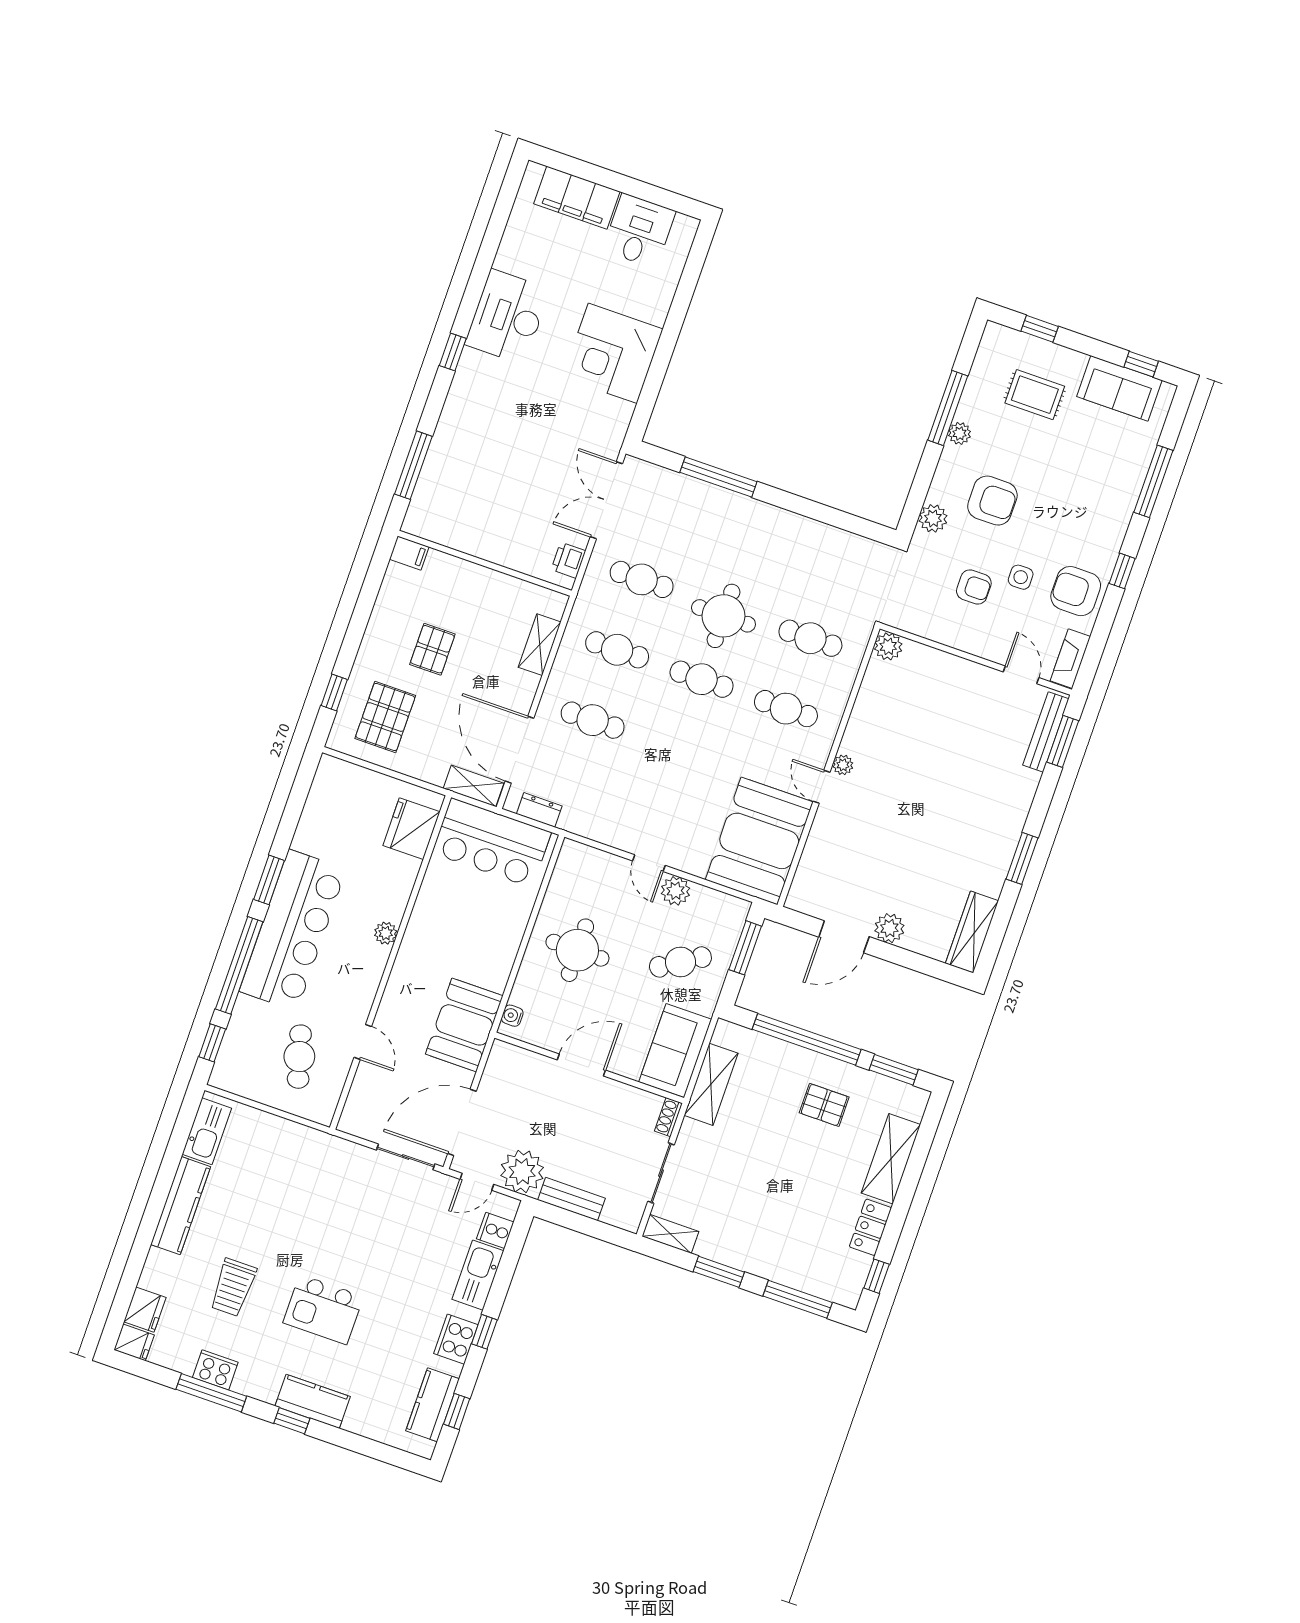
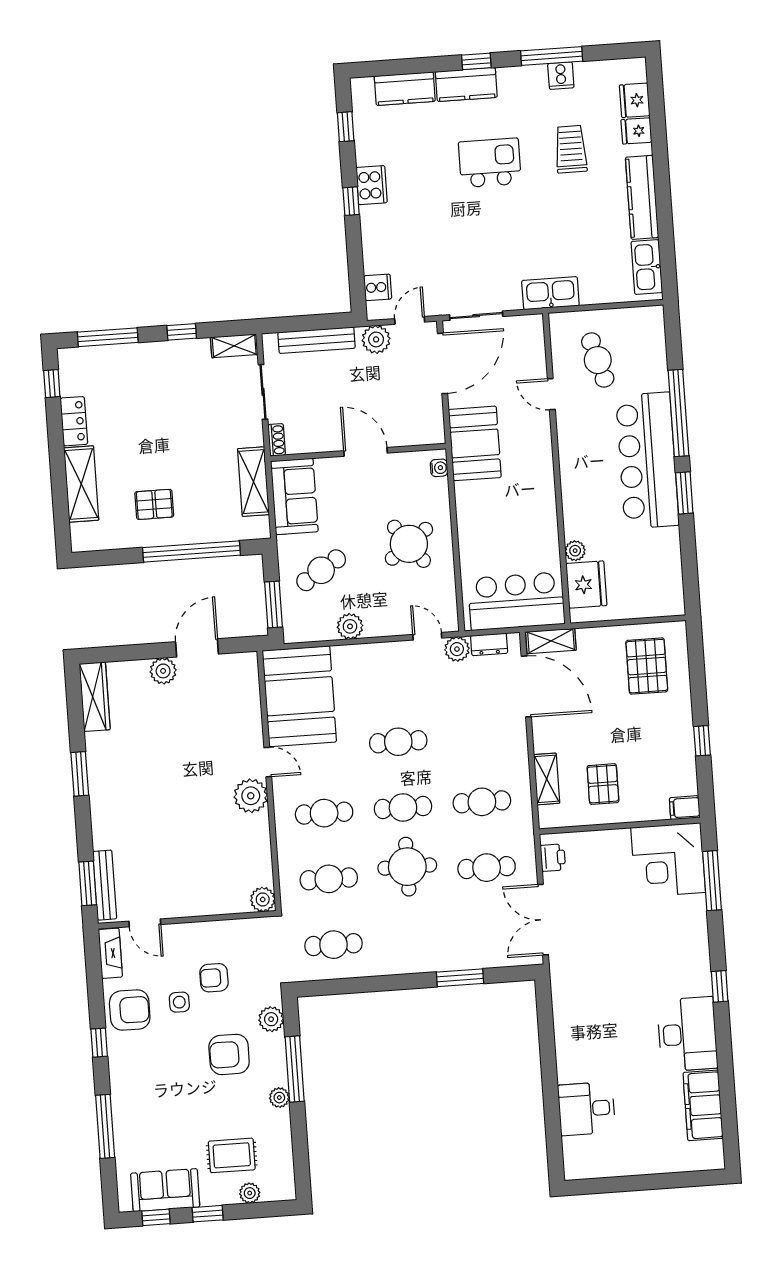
filing cabinet: (577, 198) -> (703, 1105), moved, turned -90
desk: (639, 231) -> (586, 1109), moved, turned 90
window: (1040, 329) -> (208, 1214), moved
plant: (1033, 347) -> (250, 1193), added
corner desk: (613, 353) -> (668, 860), moved, turned 180
window: (948, 408) -> (295, 1069), moved
window: (718, 477) -> (460, 978), width x0.69
double door: (606, 500) -> (543, 920), swing flipped
cafe table: (835, 568) -> (333, 945), added
pallet: (432, 649) -> (603, 784), moved
window: (334, 693) -> (702, 741), moved
cafe table: (593, 720) -> (398, 742), moved
plant: (843, 765) -> (251, 796), width x1.88, depth x1.88
plant: (575, 819) -> (457, 649), added
door: (649, 863) -> (427, 636), moved
plant: (386, 933) -> (575, 551), moved
round table: (577, 950) -> (409, 544), turned -37
window: (212, 1043) -> (673, 341), removed
door: (581, 1065) -> (366, 452), swing flipped
window: (894, 1070) -> (110, 557), removed
plant: (522, 1172) -> (376, 339), width x0.73, depth x0.73
bench: (572, 1199) -> (317, 340), width x1.36
window: (719, 1272) -> (182, 332), width x0.67
kitchen sink: (478, 1275) -> (550, 293), moved, turned -90
fridge: (134, 1342) -> (636, 131), moved
cooker: (215, 1370) -> (561, 76), width x0.73
kitchen counter: (433, 1405) -> (405, 89), moved, turned 90

